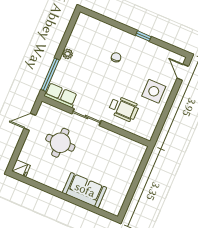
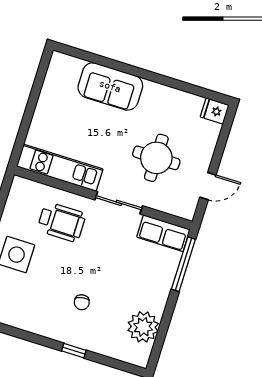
window: (143, 36) -> (74, 351), moved
plant: (68, 54) -> (143, 327), moved, width x1.88, depth x1.88
wheelchair: (124, 109) -> (62, 222), turned 180
kitchen unit: (121, 143) -> (60, 168), added

